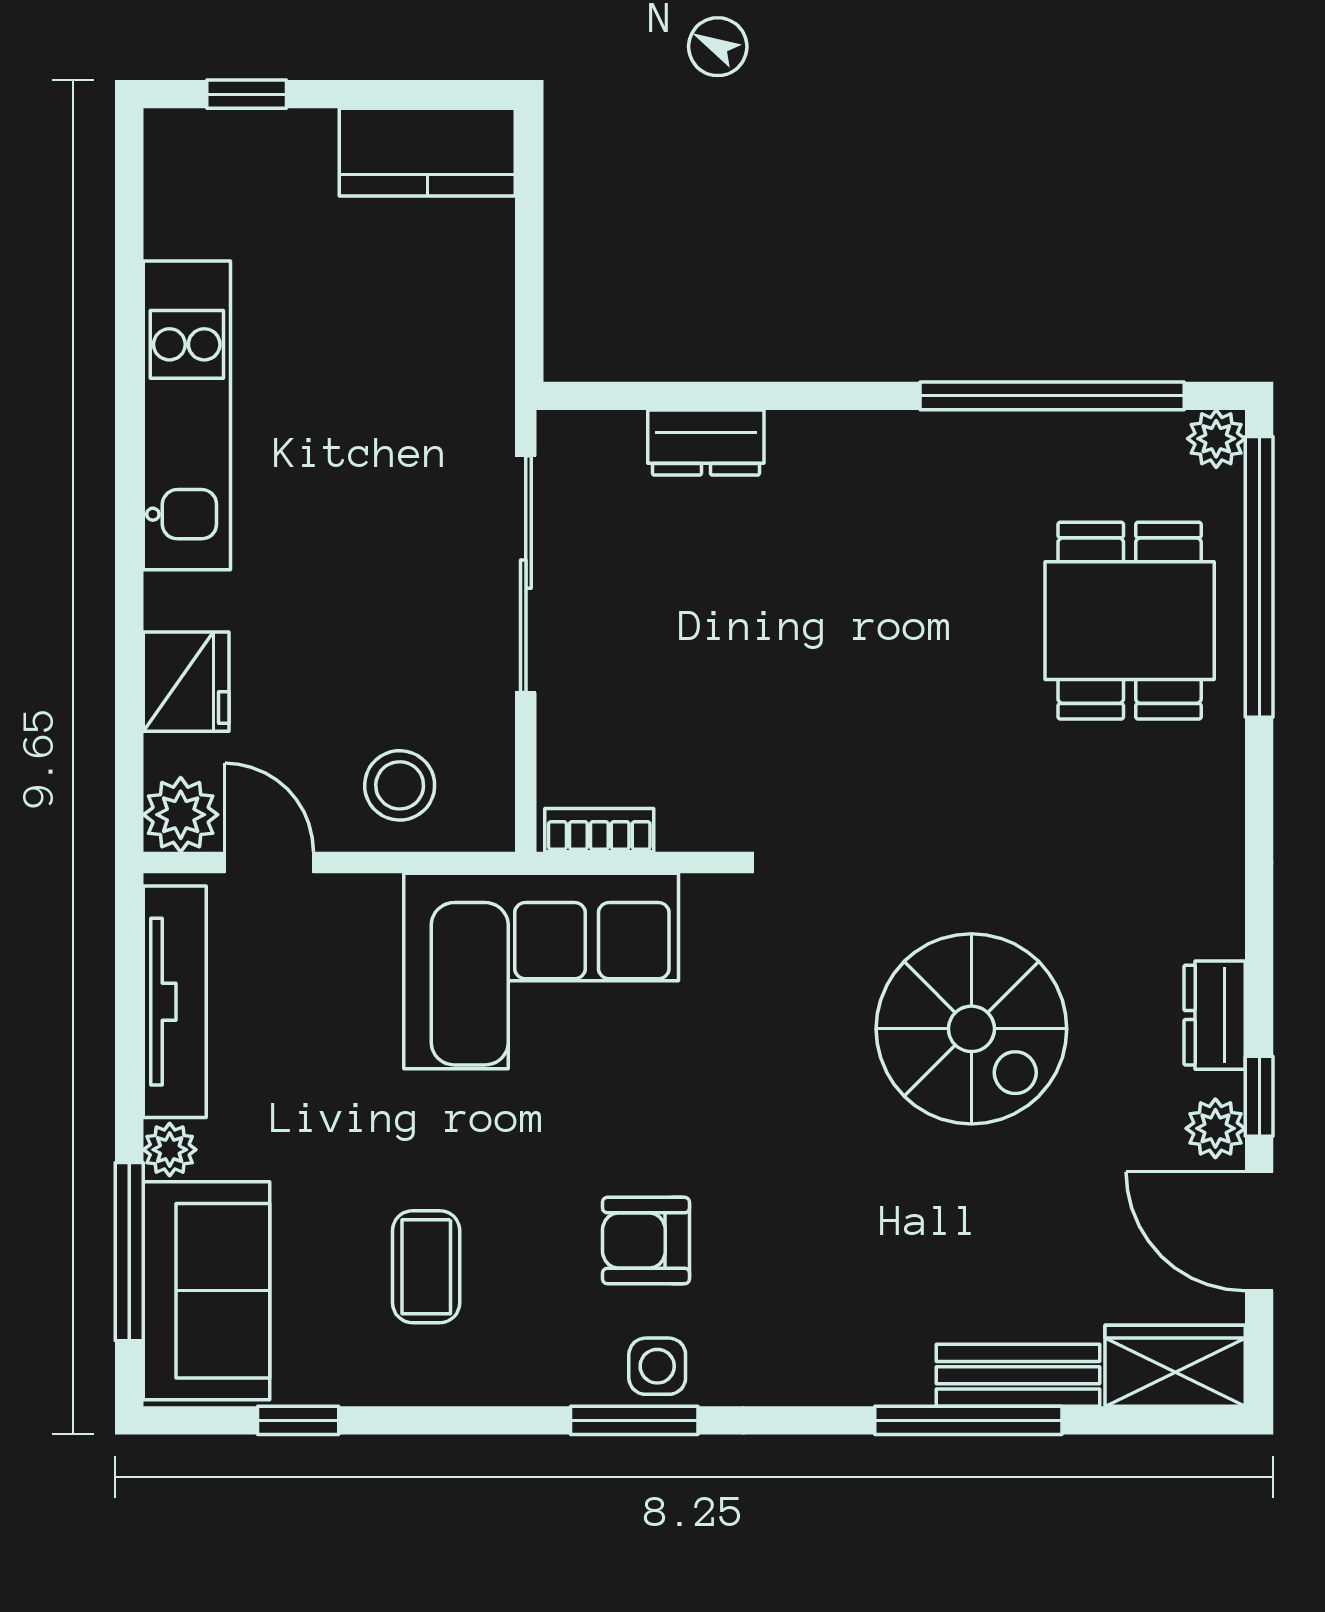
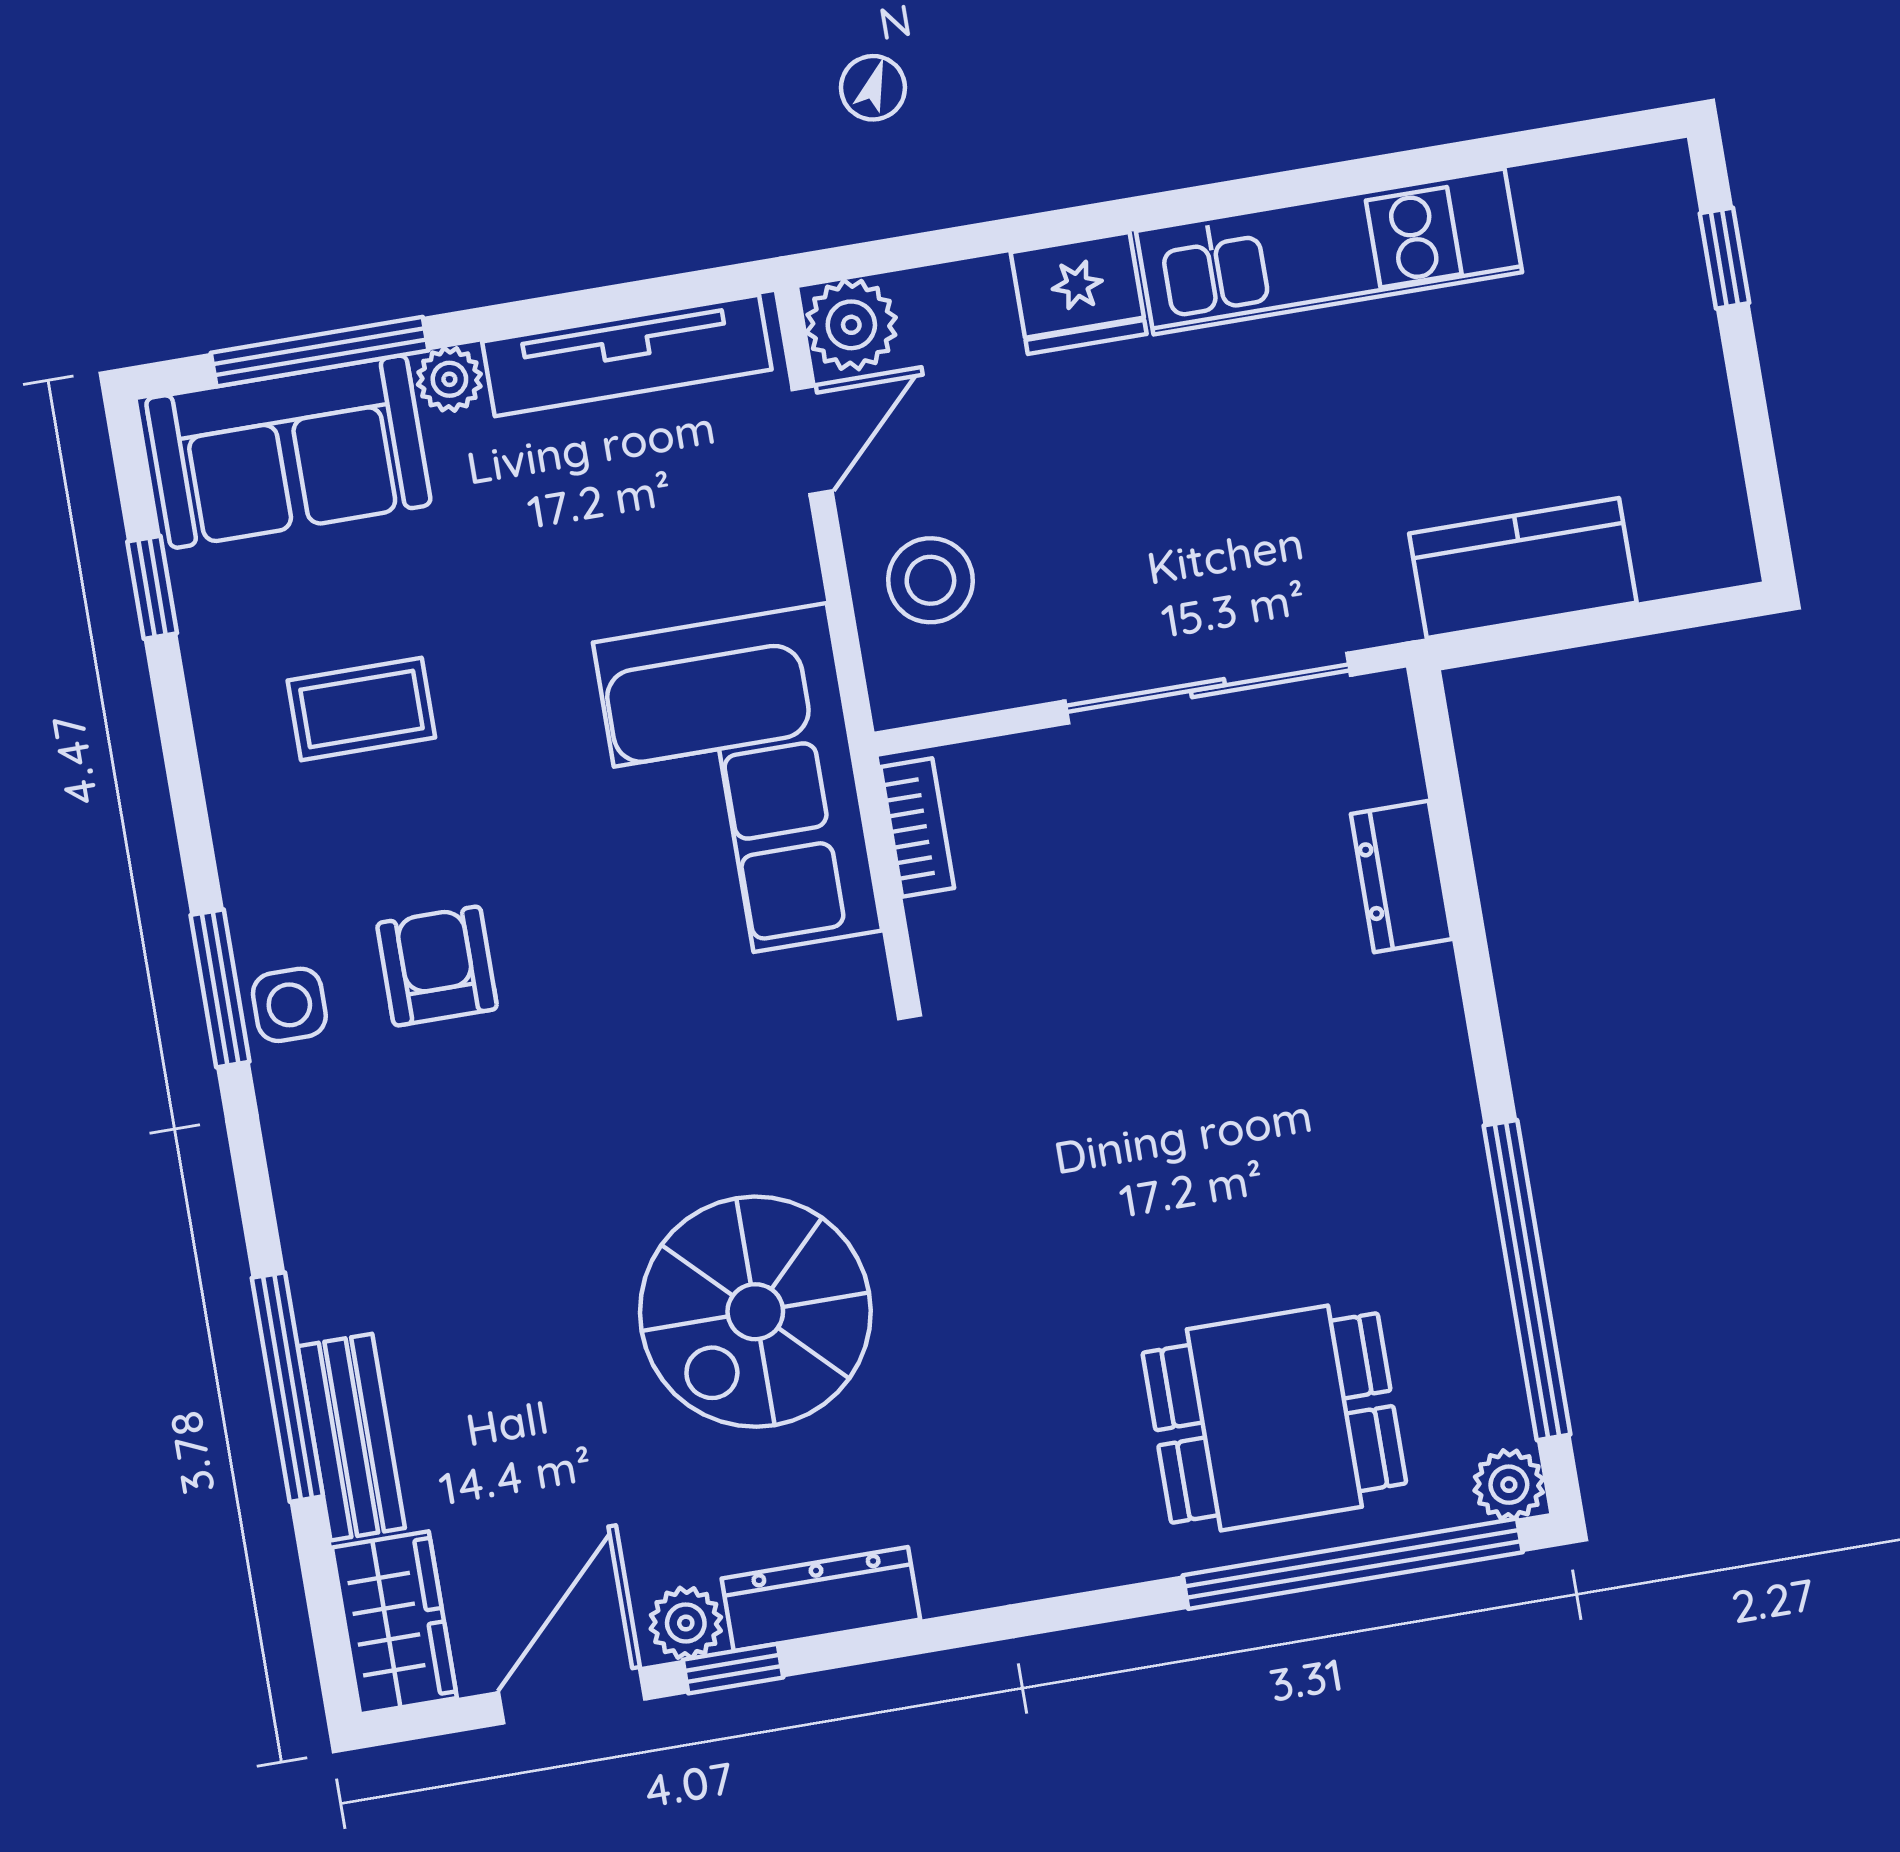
kitchen counter: (427, 152) -> (1523, 568), moved, turned 90
fridge: (186, 682) -> (1079, 293), moved
dresser: (1215, 1015) -> (821, 1599), width x1.44

